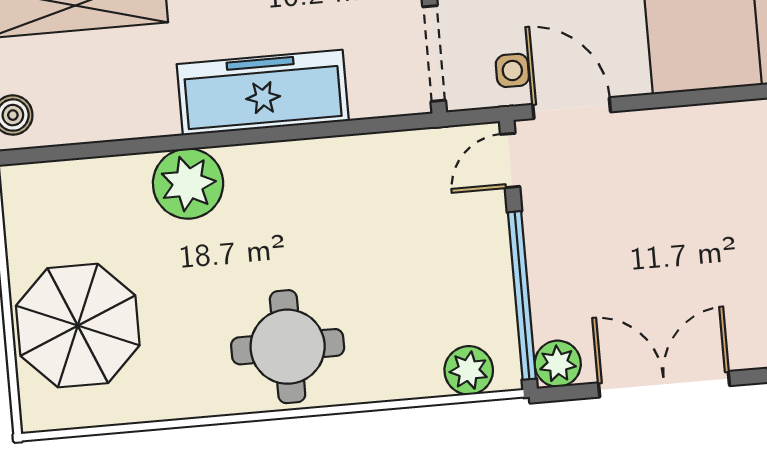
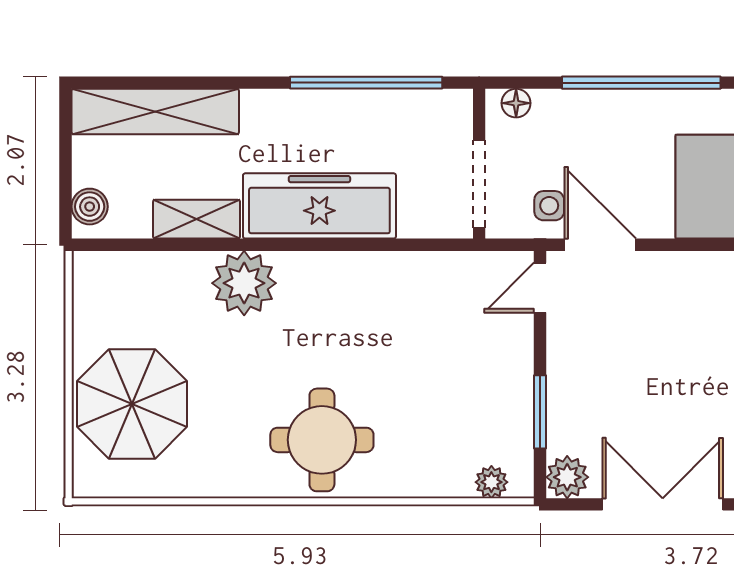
shelving: (130, 119) -> (197, 219), added
window: (522, 295) -> (540, 412), width x0.47
plant: (469, 370) -> (491, 482), width x0.73, depth x0.73

